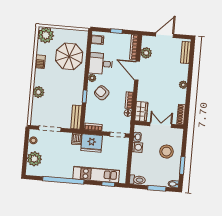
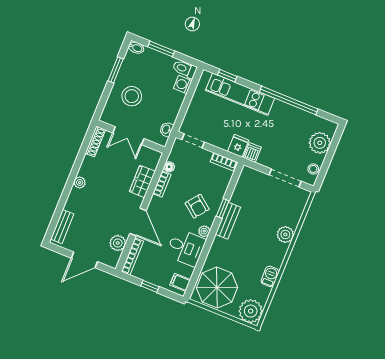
parasol: (69, 56) -> (217, 288), moved
wardrobe: (141, 112) -> (142, 181), moved
bench: (76, 117) -> (228, 221), moved
fridge: (92, 143) -> (238, 146), width x0.53, depth x0.75
washing machine: (137, 147) -> (183, 85), moved

